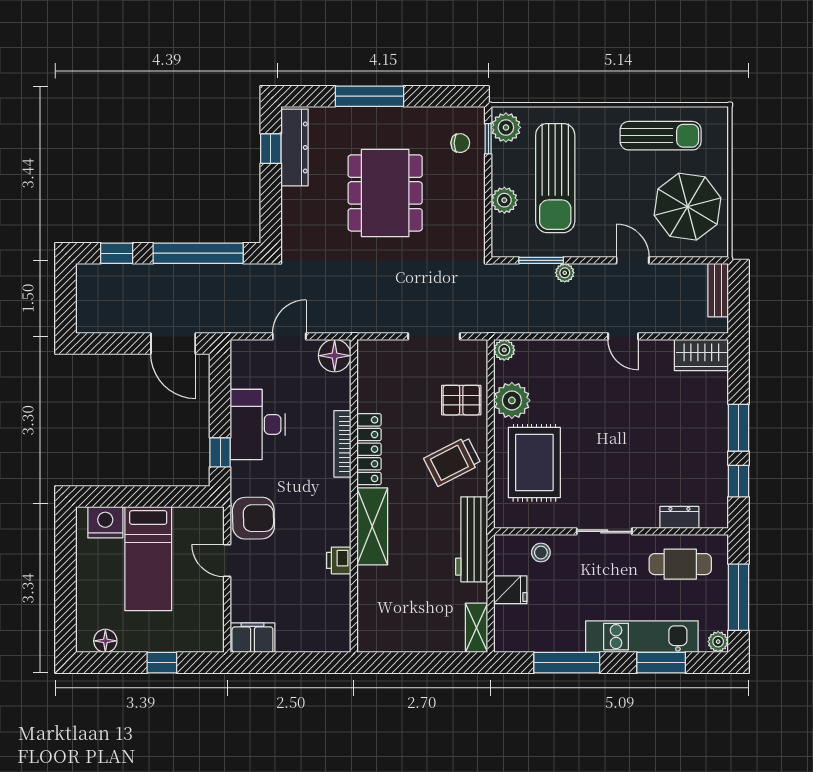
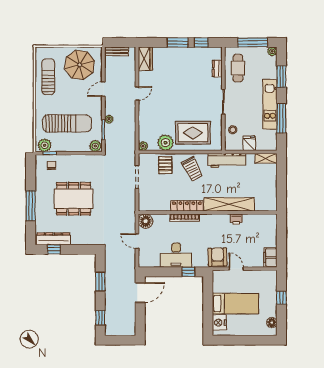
plant: (504, 200) -> (95, 146), moved
window: (198, 253) -> (100, 282), width x0.47
shelving: (372, 526) -> (229, 204), width x1.47
door: (227, 560) -> (236, 269), swing flipped
kitchen unit: (642, 637) -> (270, 104), moved

